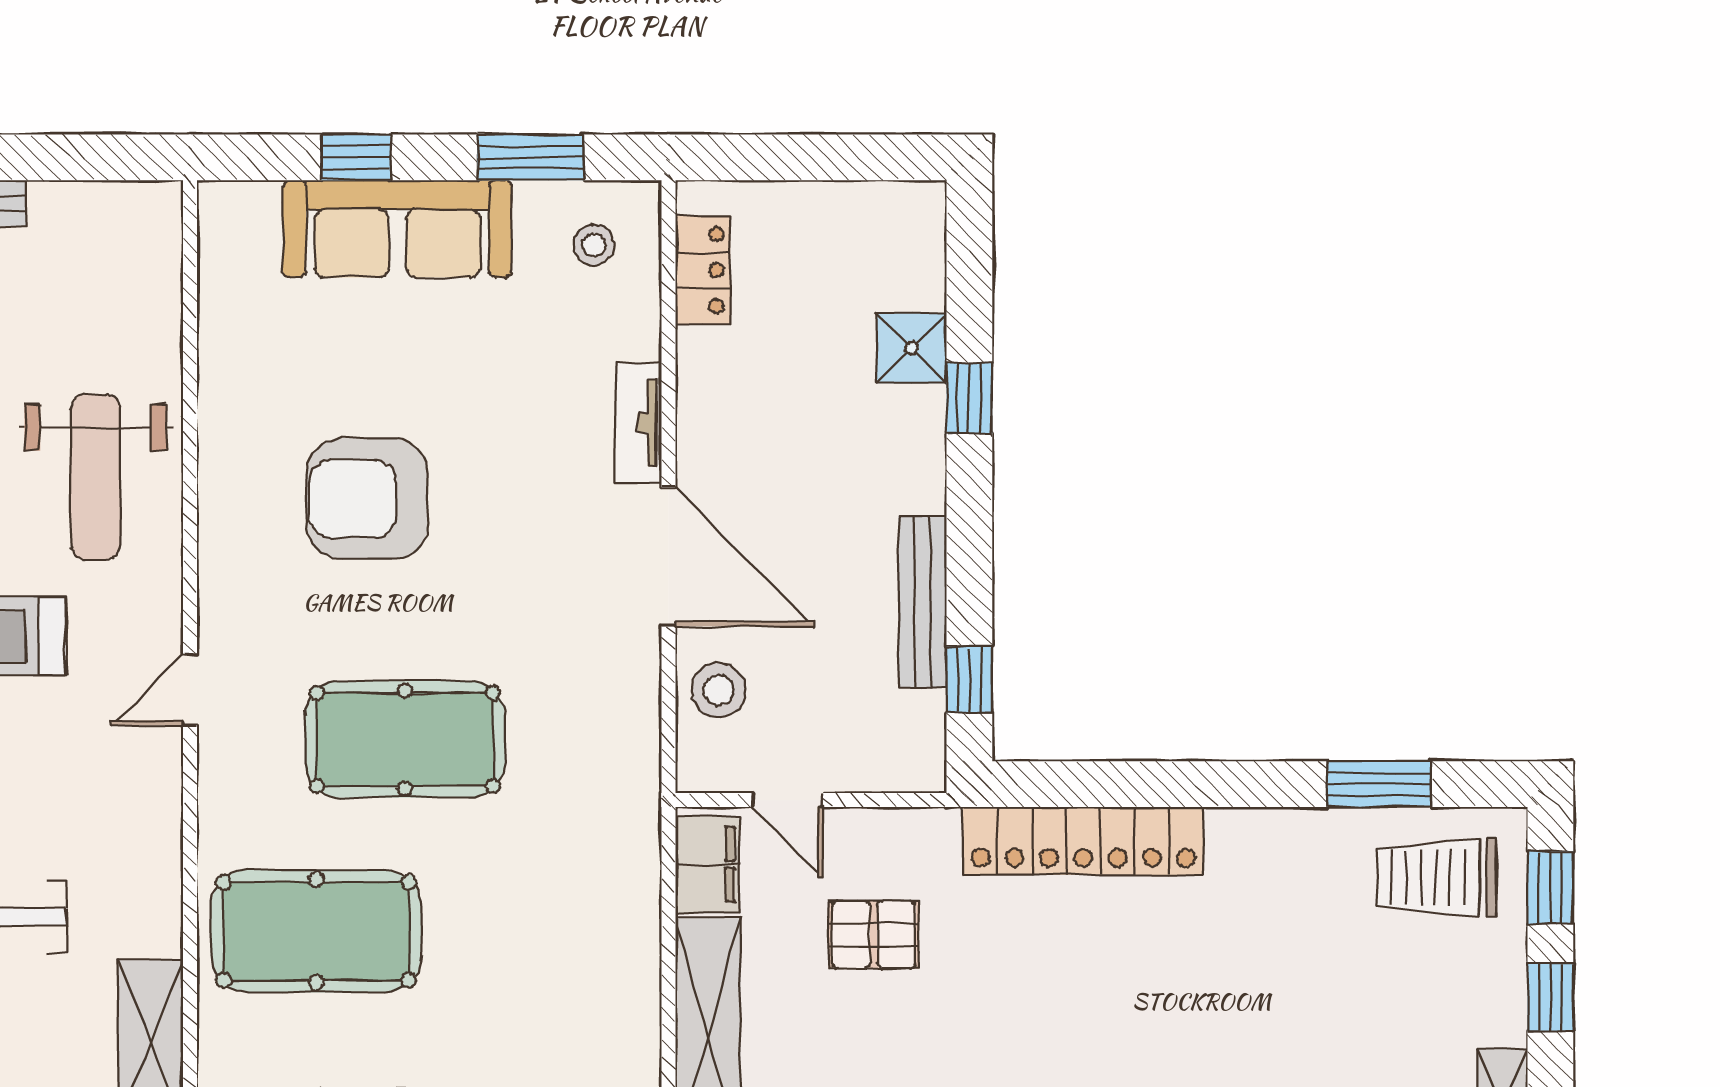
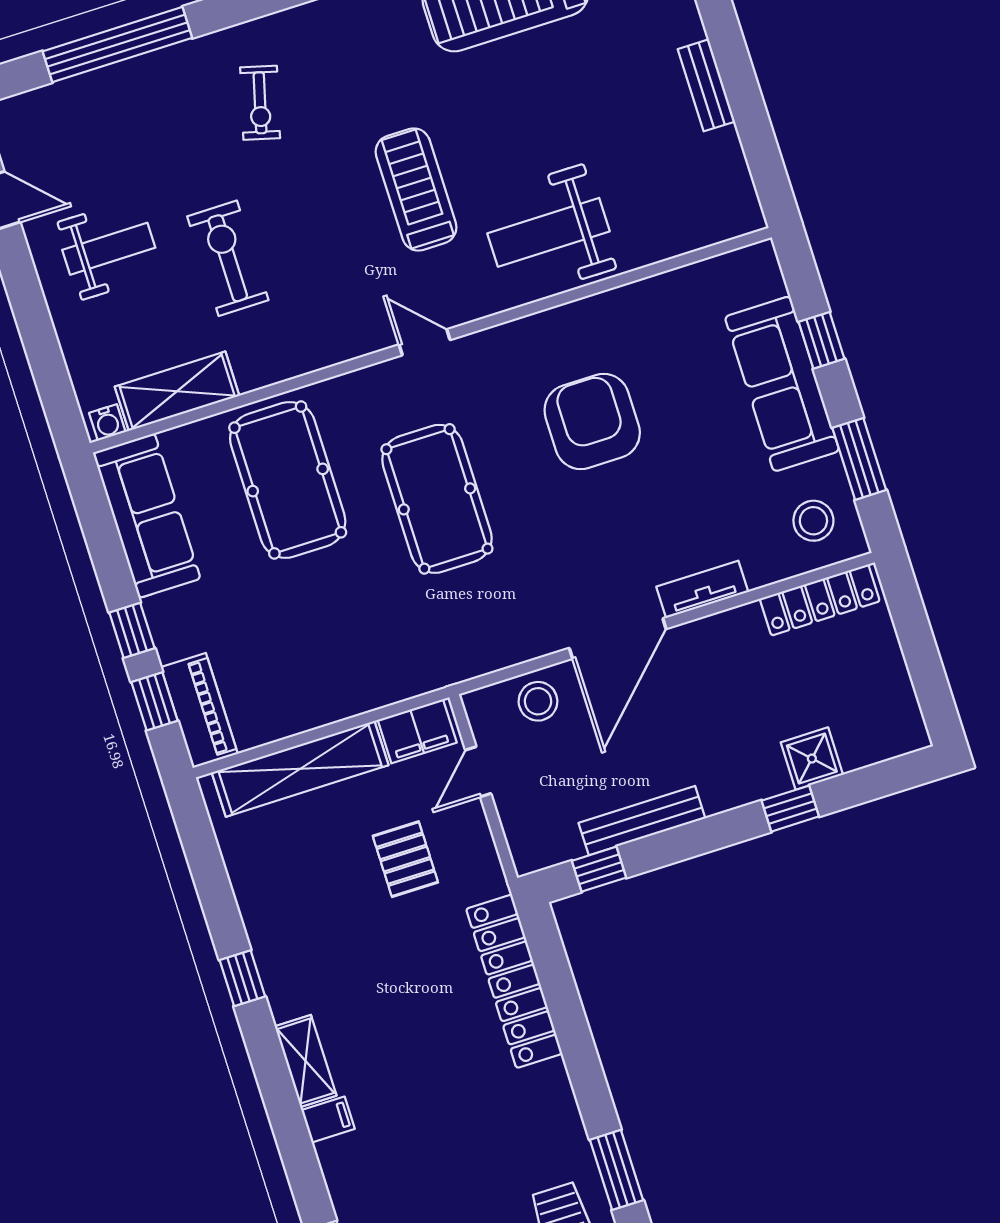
stool: (594, 245) -> (813, 521), width x1.37, depth x1.37
locker: (703, 270) -> (820, 600), width x1.53

